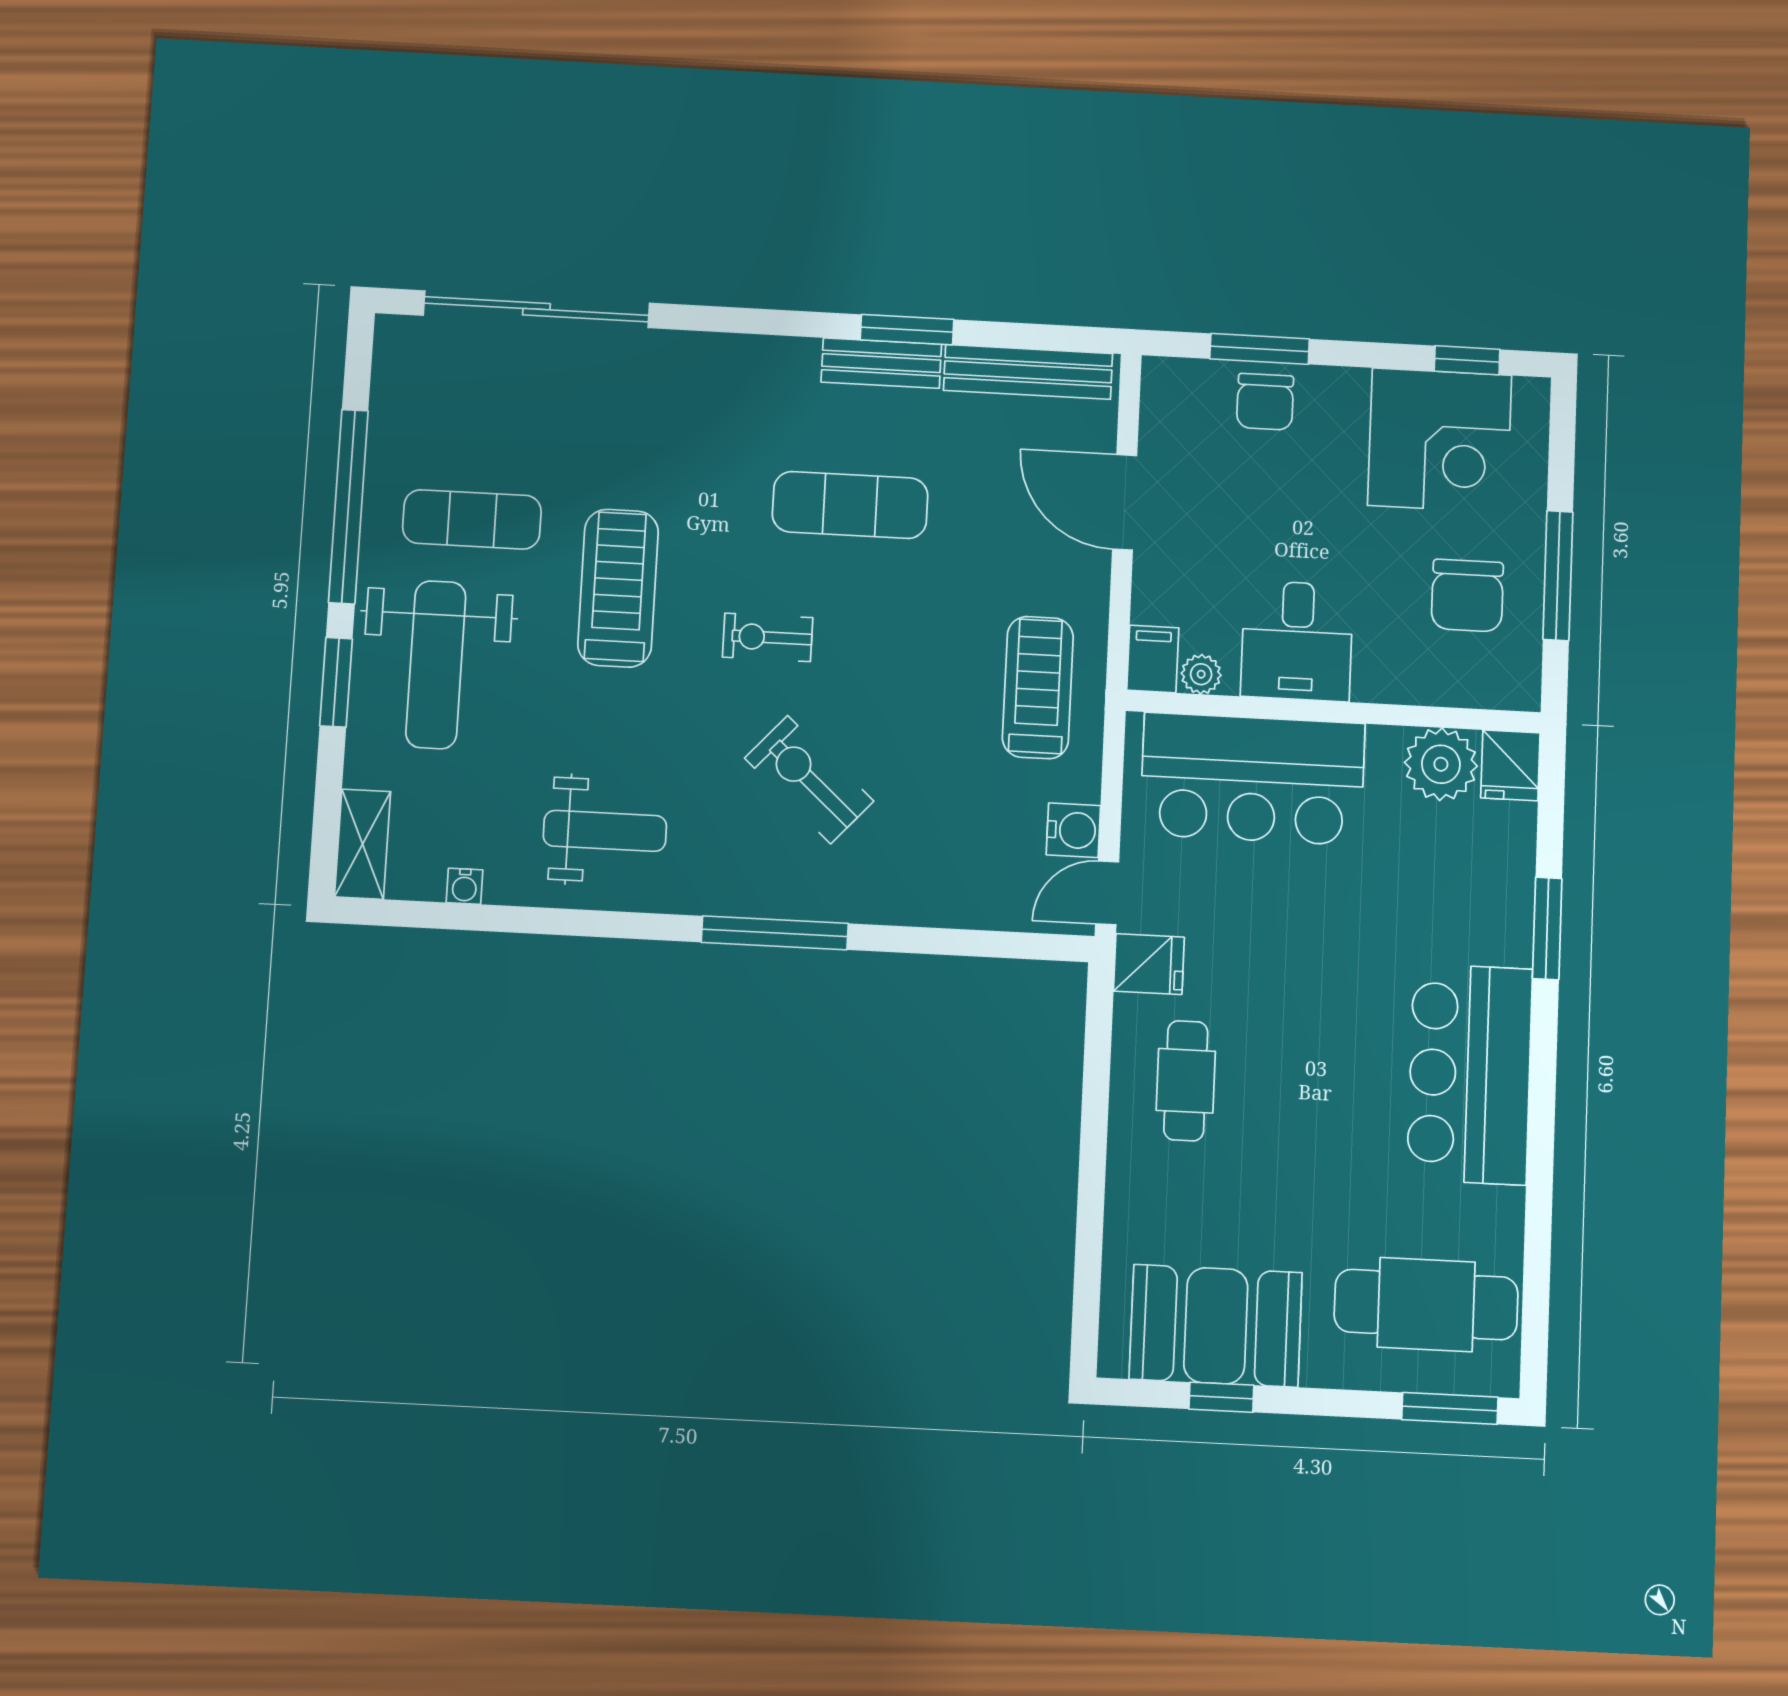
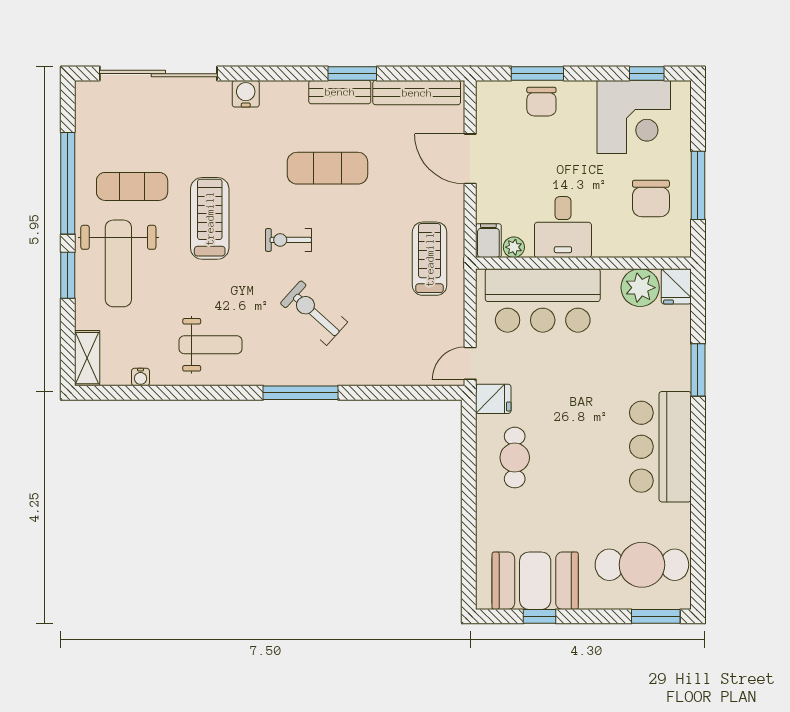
water cooler: (1073, 830) -> (246, 94), moved, turned -90

